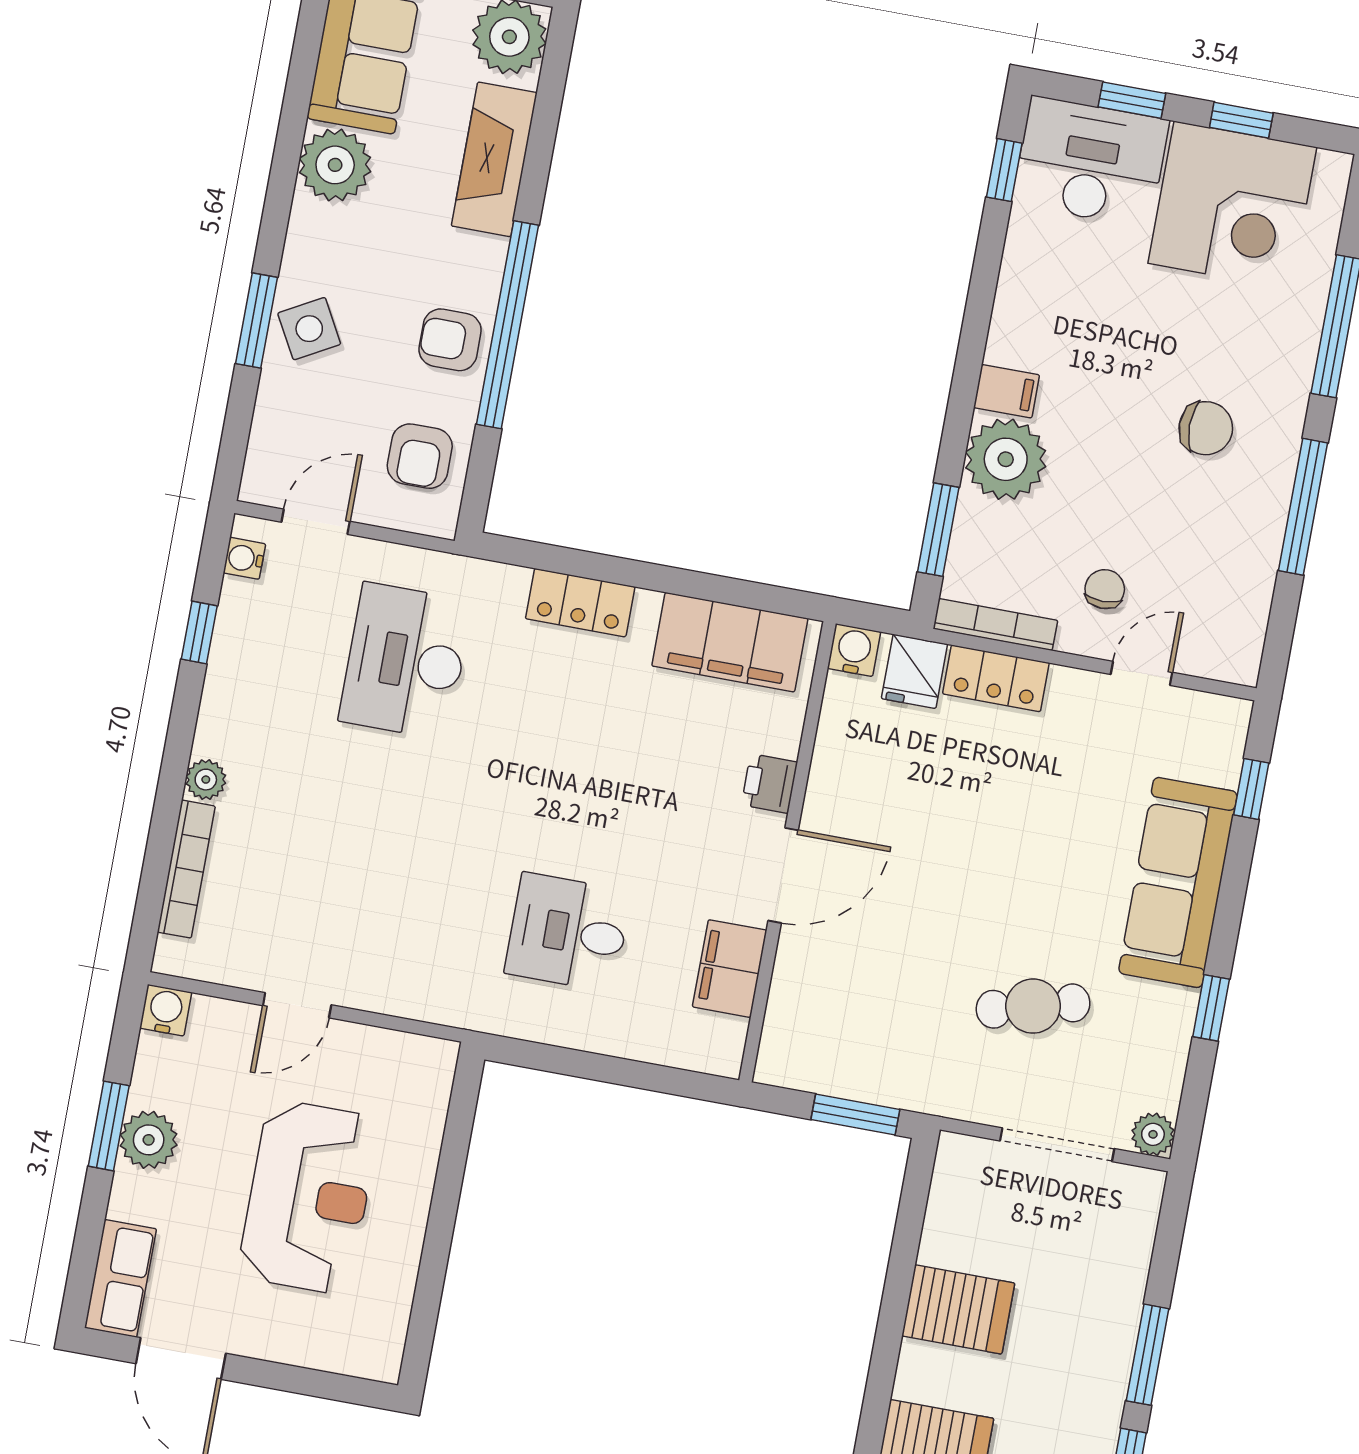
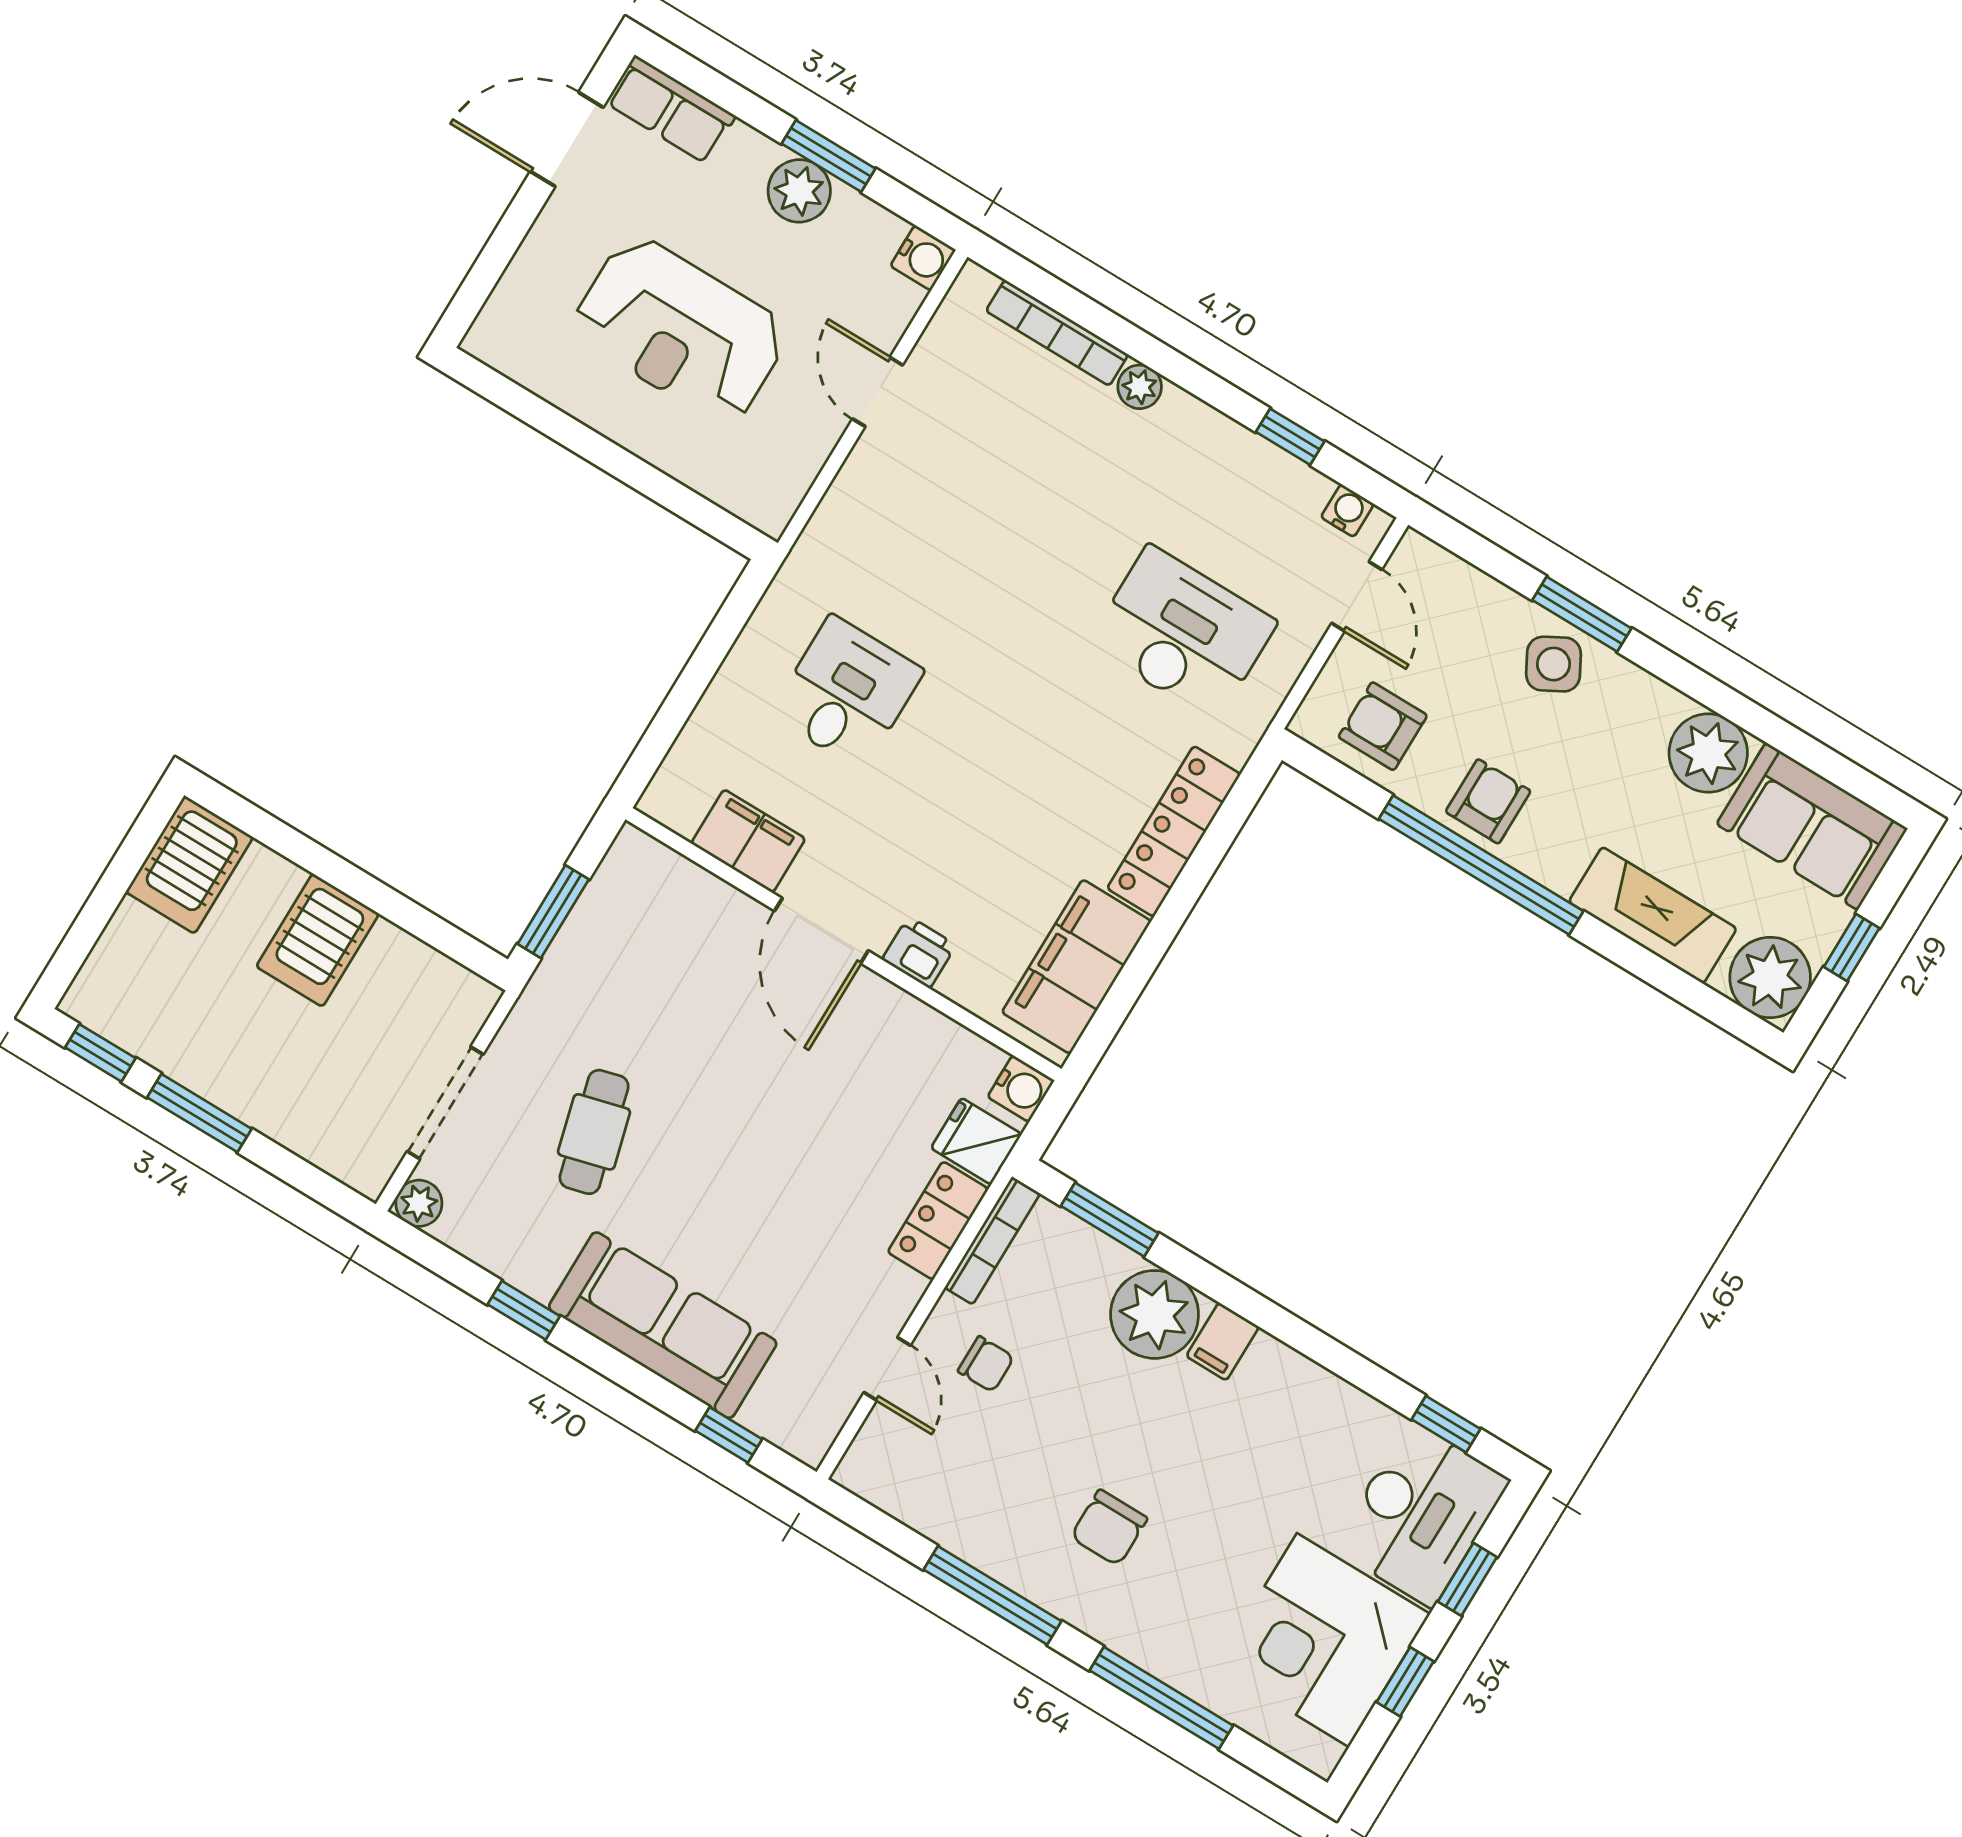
locker: (580, 603) -> (1174, 831), width x1.53

